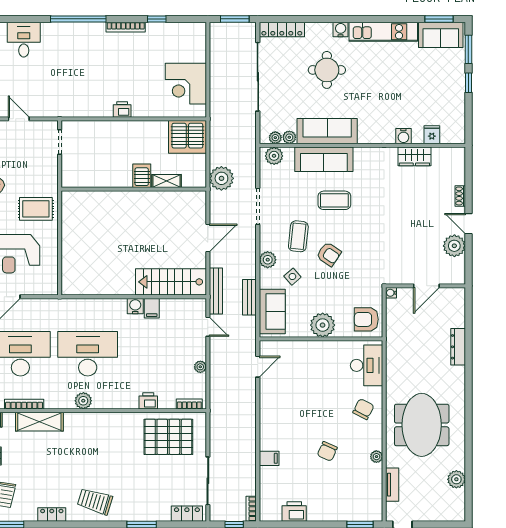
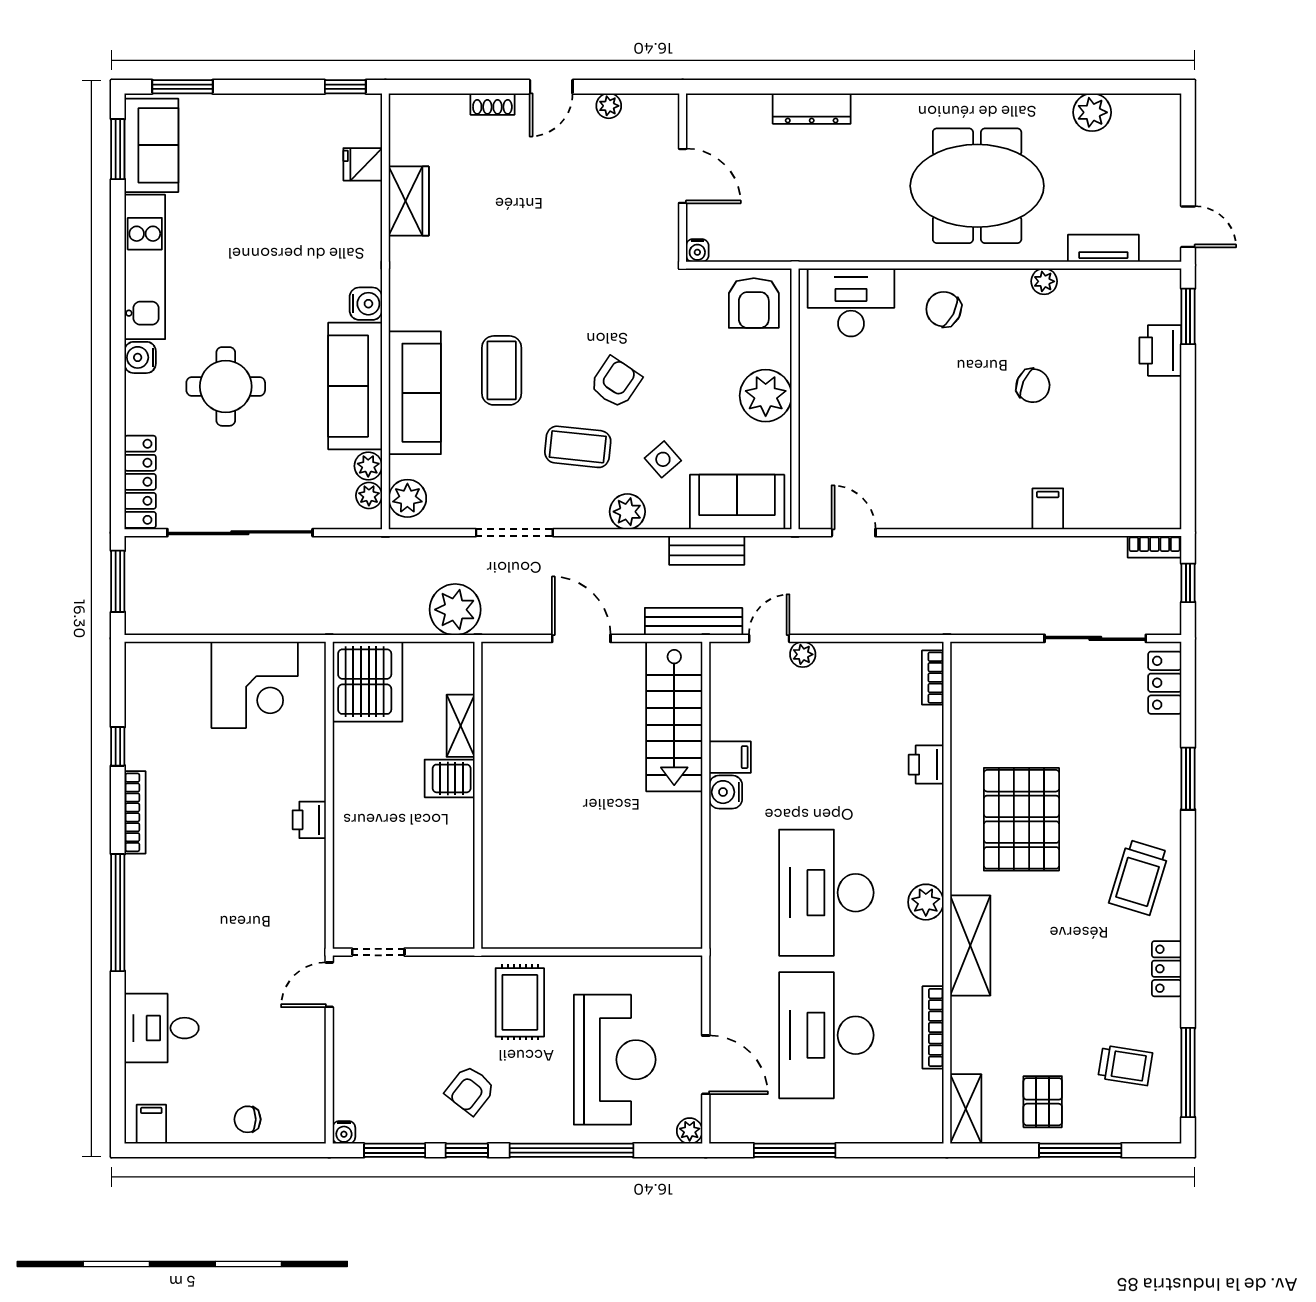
window: (468, 83) -> (345, 87), moved
door: (19, 119) -> (329, 985), moved
water cooler: (403, 136) -> (366, 304), moved
plant: (454, 246) -> (609, 106), width x0.53, depth x0.53
plant: (200, 367) -> (803, 654), moved
shelving: (39, 422) -> (970, 945), moved
pallet: (168, 437) -> (1021, 819), moved
printer: (294, 512) -> (1160, 350), moved

